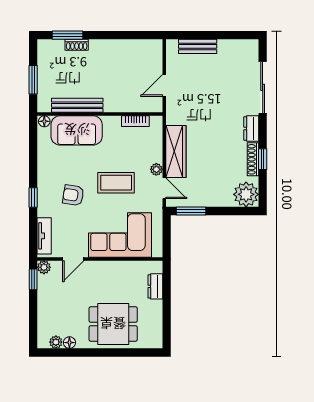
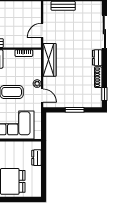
wardrobe: (176, 151) -> (49, 60), moved
window: (263, 159) -> (104, 94), moved
plant: (246, 194) -> (94, 99), removed
window: (191, 211) -> (75, 110), moved

